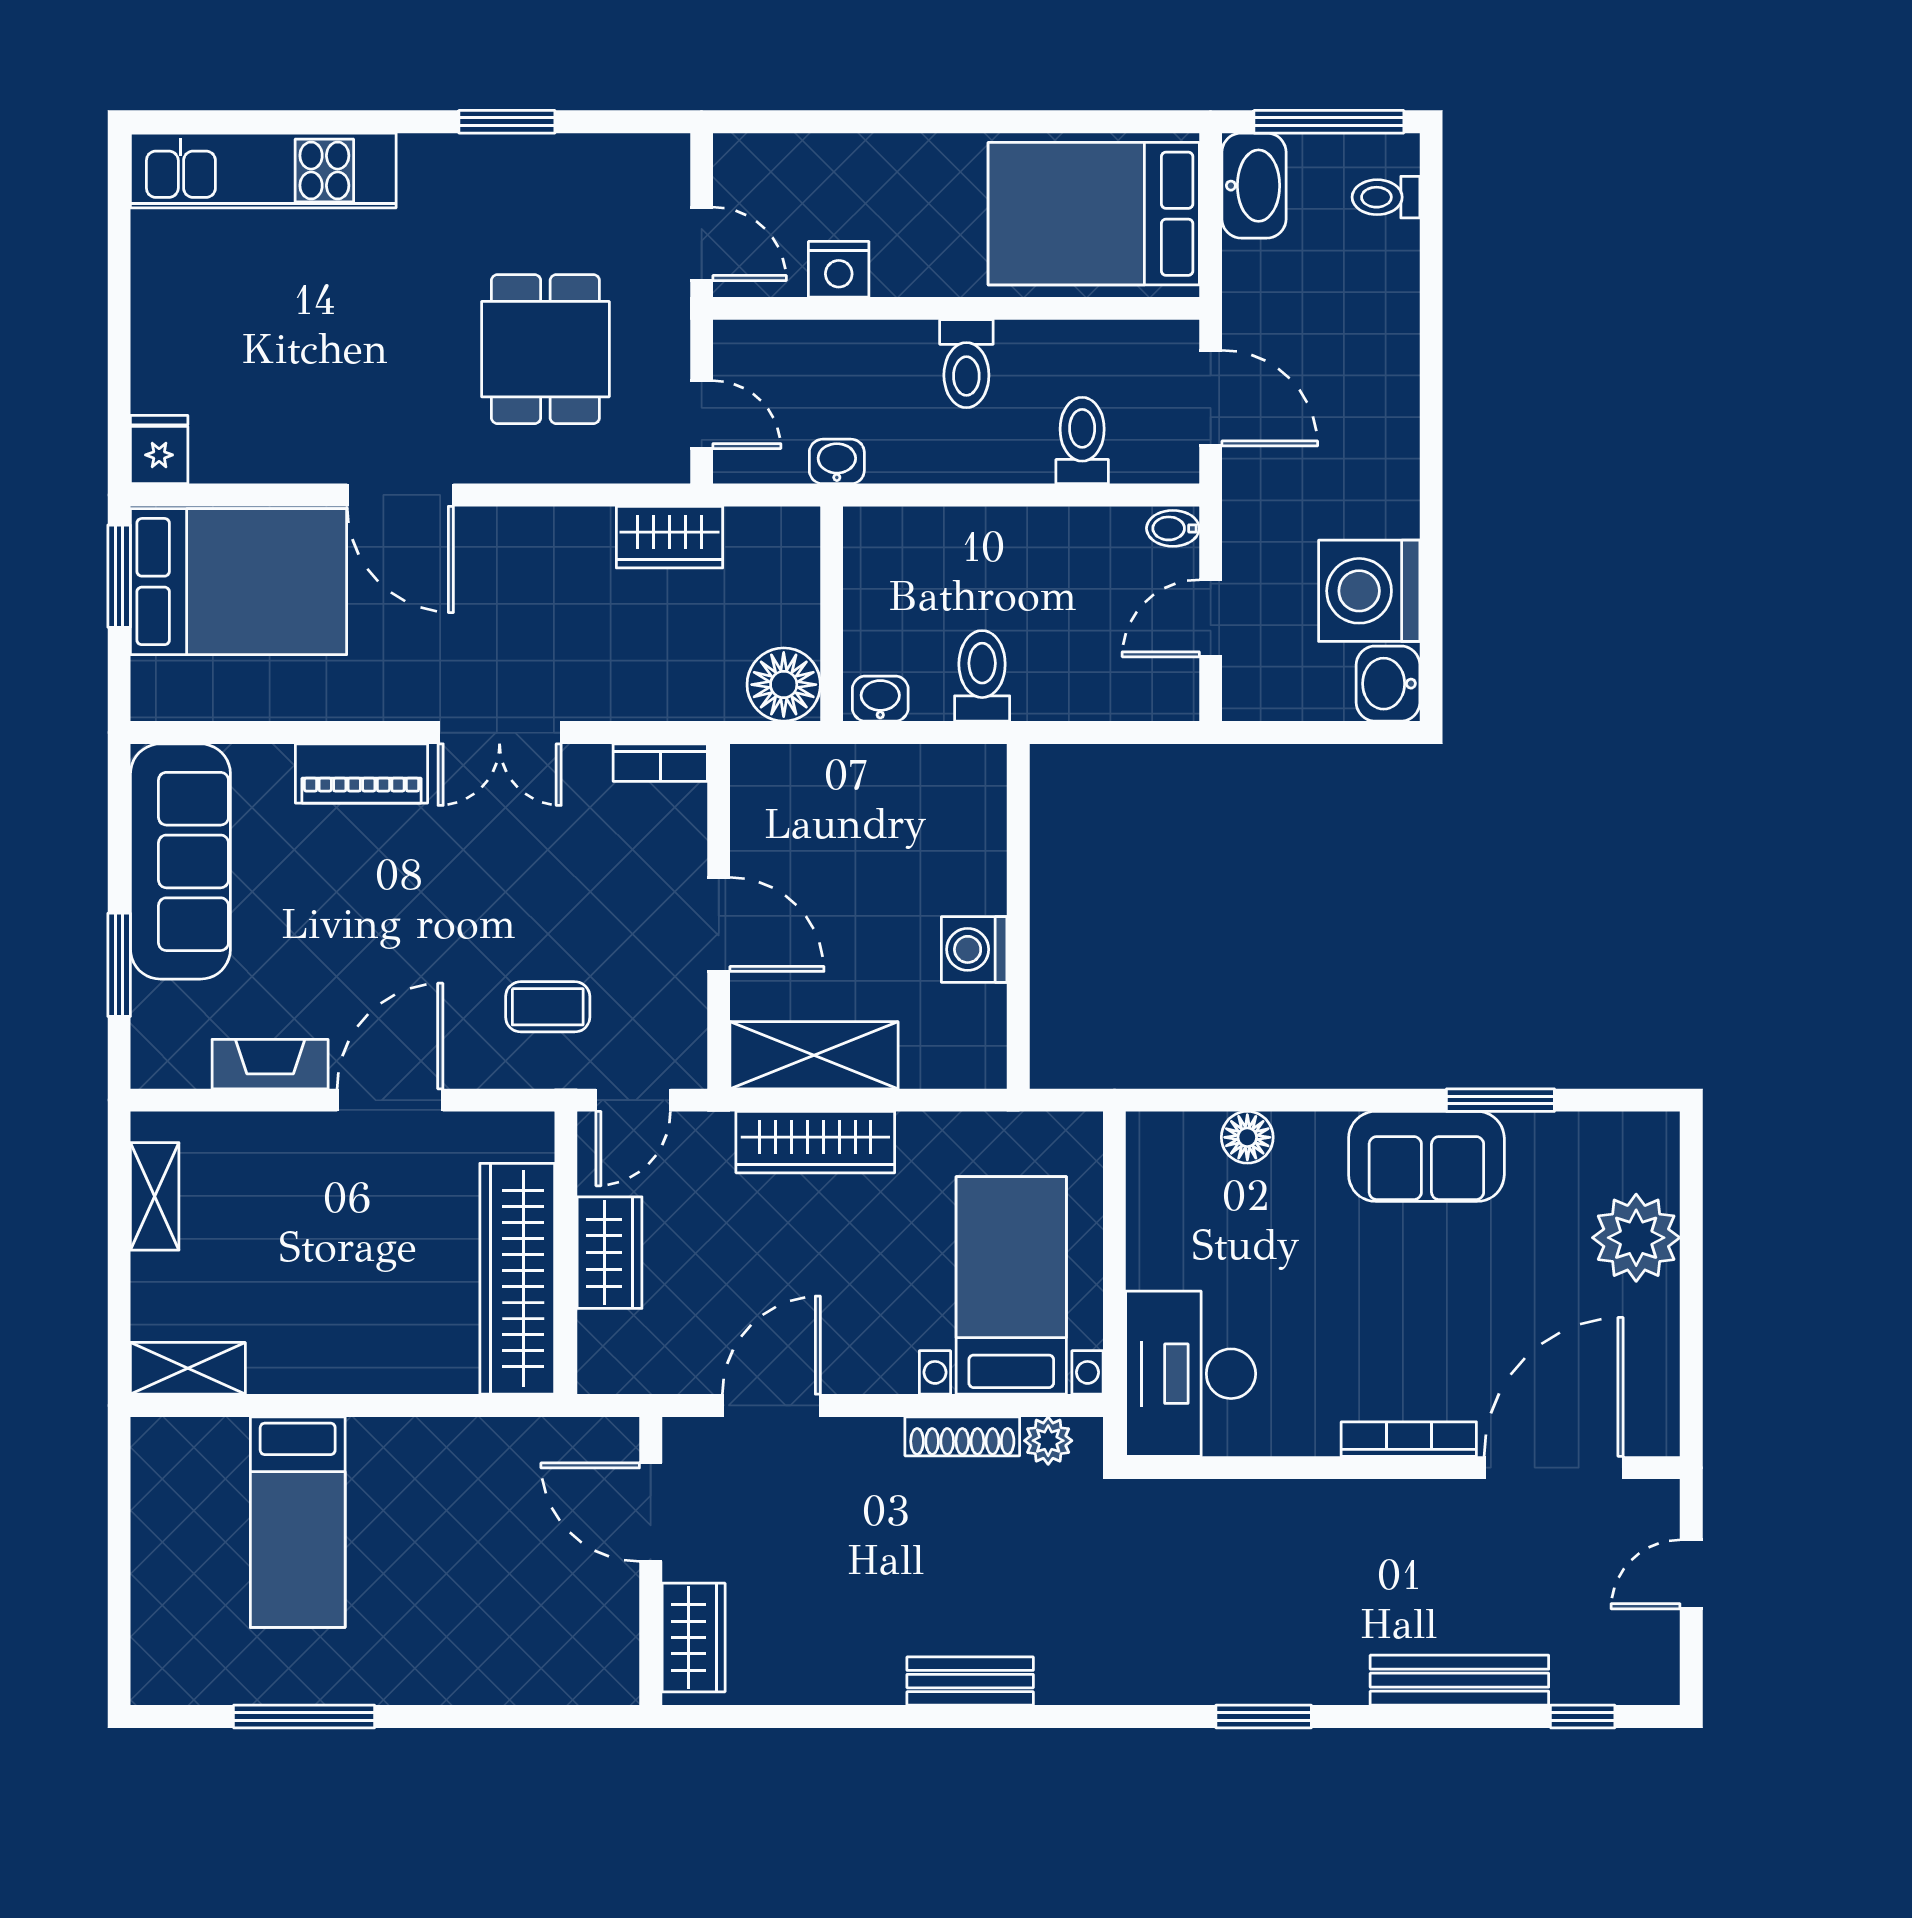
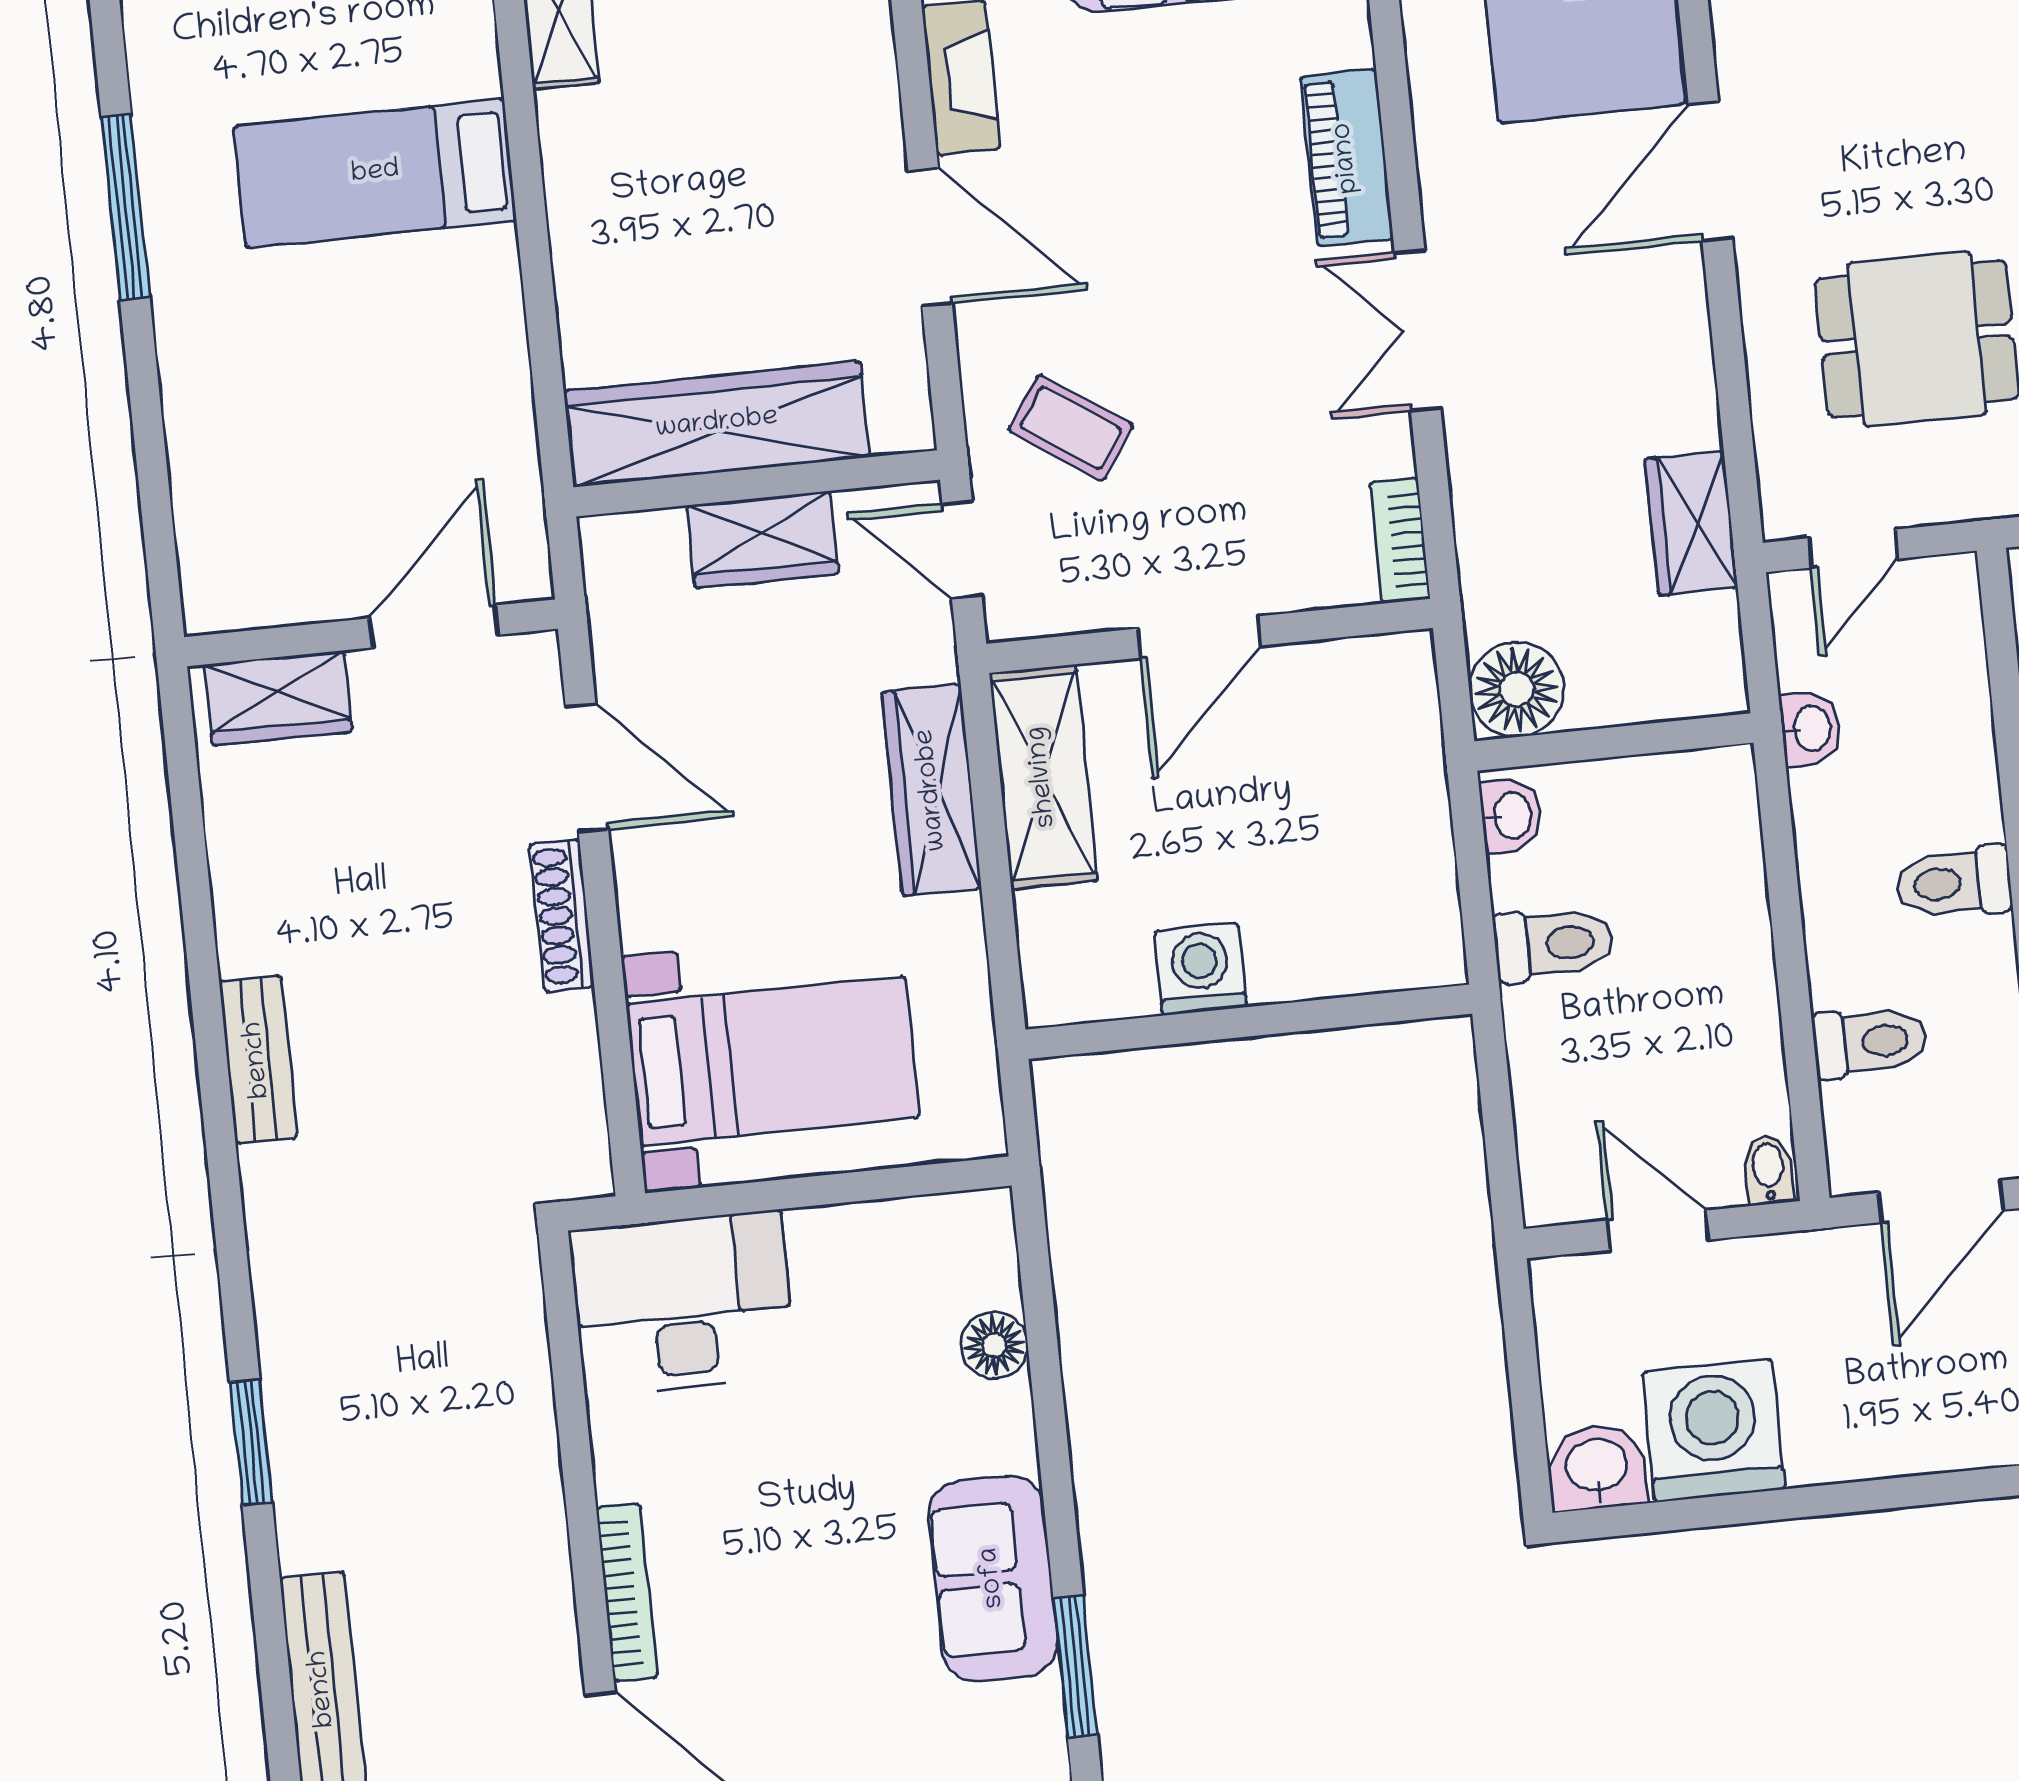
coffee table: (548, 1007) -> (1071, 428), turned -56
shoe rack: (962, 1436) -> (562, 915), moved
plant: (1048, 1441) -> (578, 1129), removed

